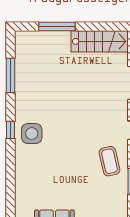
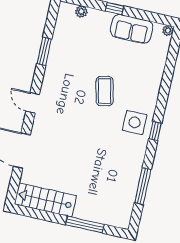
coffee table: (109, 161) -> (105, 91), moved

